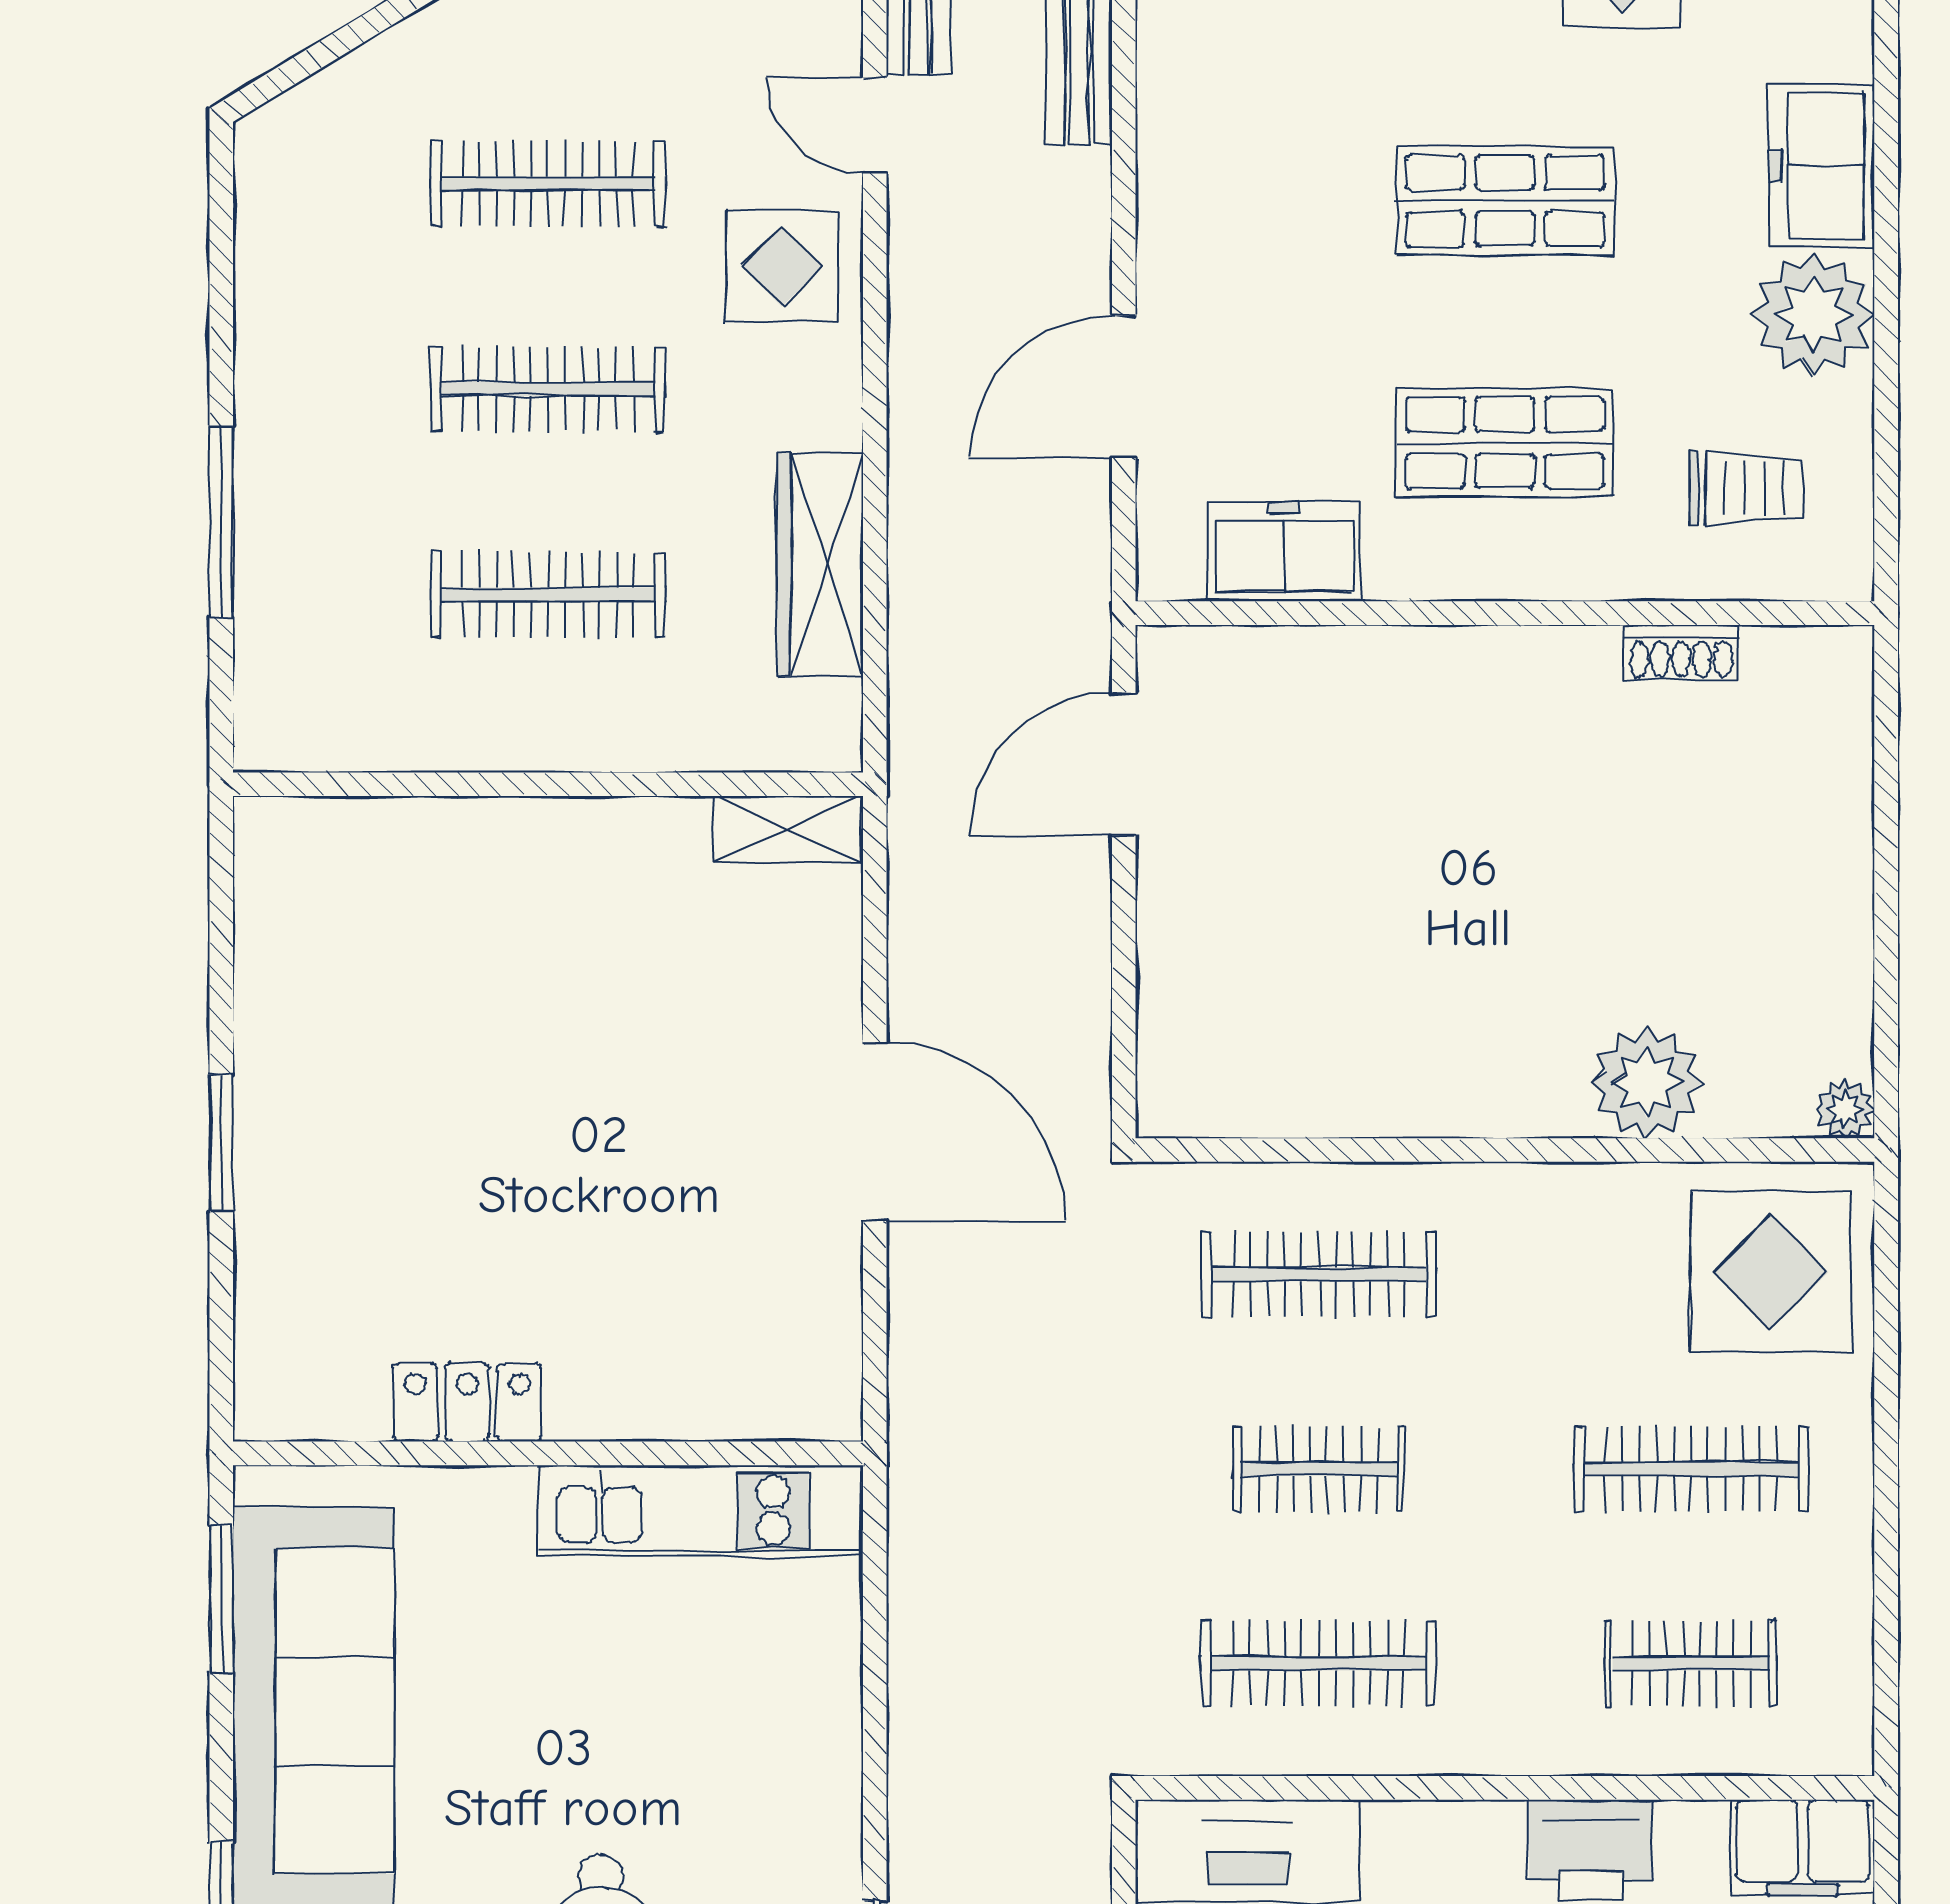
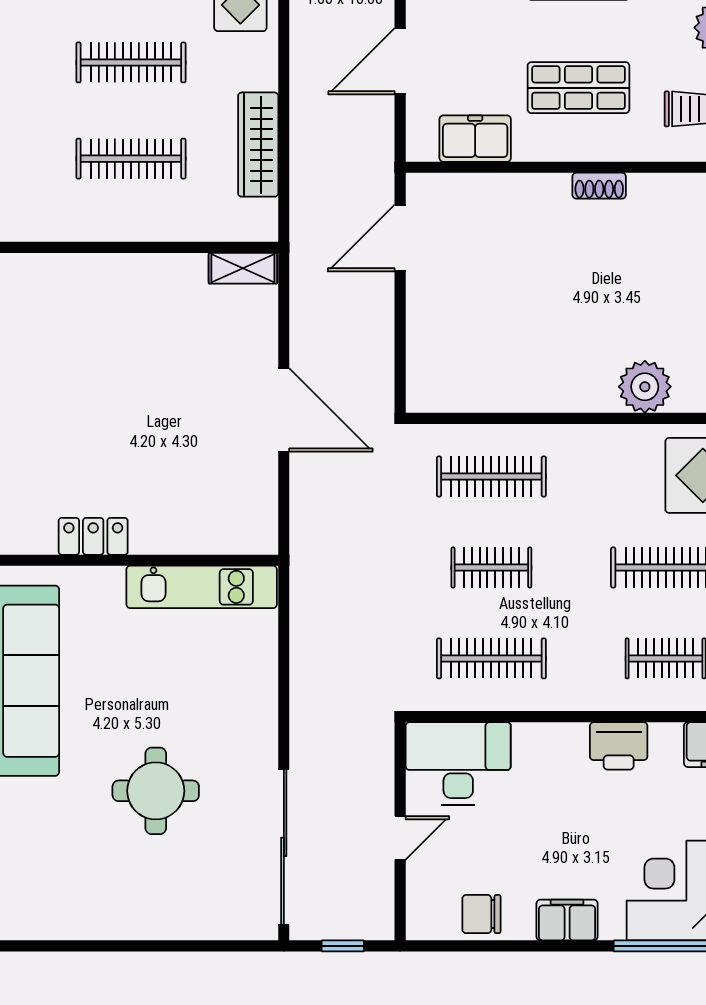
shoe rack: (1681, 653) -> (599, 186), moved

